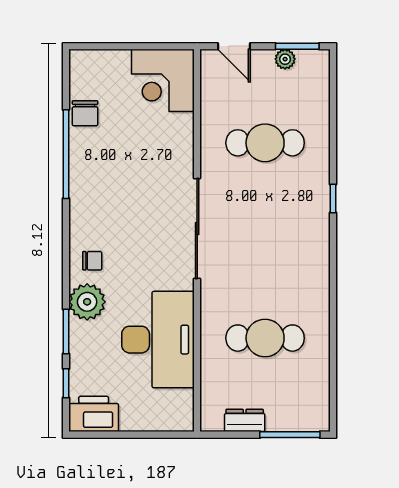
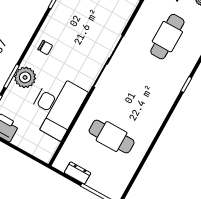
cafe table: (265, 143) -> (167, 37), turned 90
plant: (87, 302) -> (25, 77), moved

